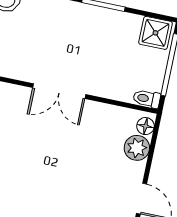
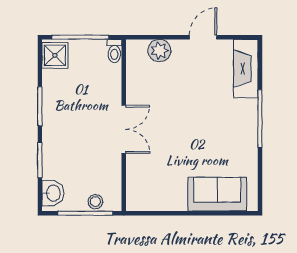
floor lamp: (146, 126) -> (139, 47), removed

